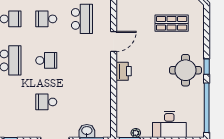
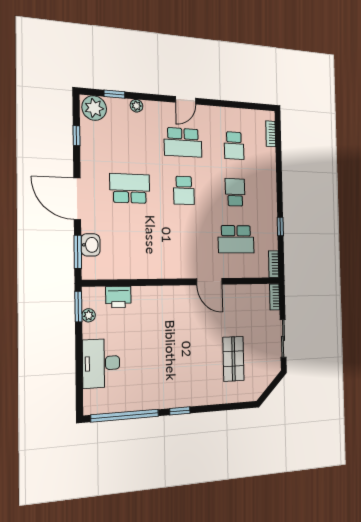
round table: (185, 70) -> (175, 382), removed
printer: (124, 71) -> (118, 297), moved
school desk: (46, 102) -> (130, 188), width x1.85

